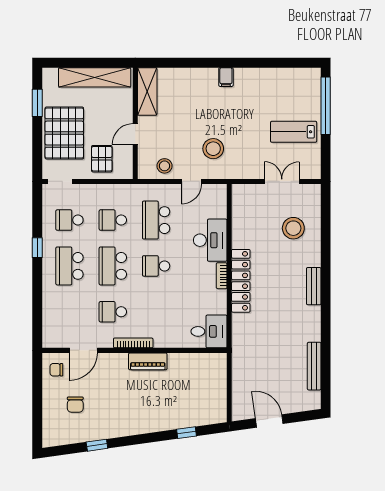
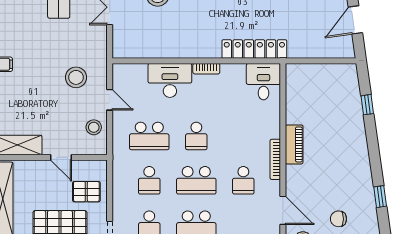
locker: (241, 281) -> (254, 49), moved
chair: (75, 405) -> (338, 219), turned 180

